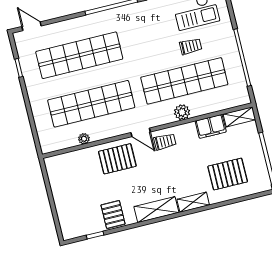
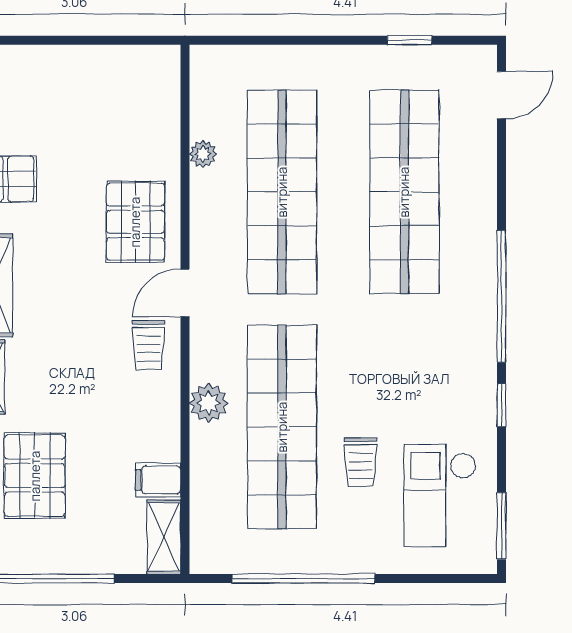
filing cabinet: (211, 126) -> (158, 480), width x0.50

